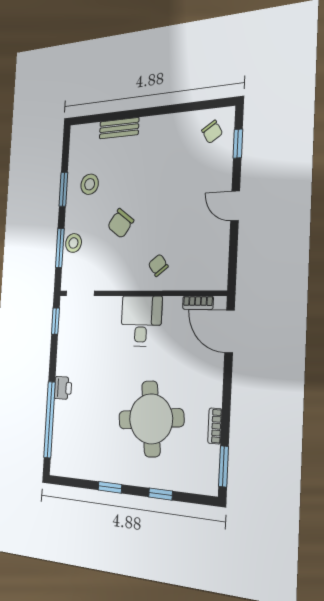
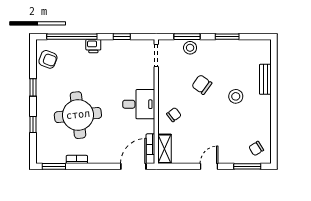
window: (238, 144) -> (247, 166), width x1.50
stool: (90, 184) -> (236, 96), moved
shelving: (206, 280) -> (165, 149), added
window: (55, 321) -> (122, 37), moved
armchair: (75, 459) -> (48, 59), added

